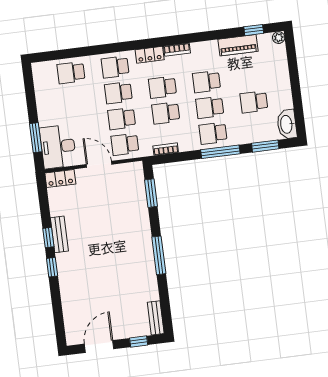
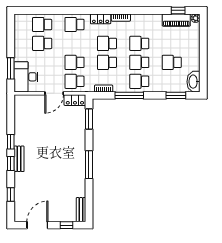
piano: (238, 45) -> (176, 20), moved
school desk: (118, 93) -> (42, 43), moved
window: (220, 152) -> (129, 95), moved
door: (99, 164) -> (54, 93), swing flipped
locker: (60, 179) -> (75, 100), moved
bench: (59, 234) -> (19, 159), moved
window: (57, 309) -> (11, 195), added

